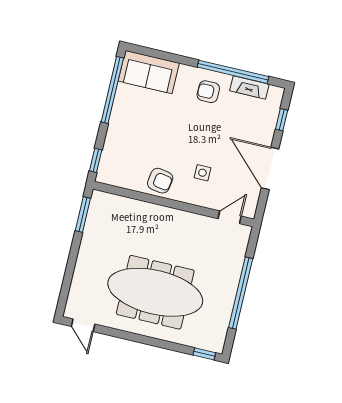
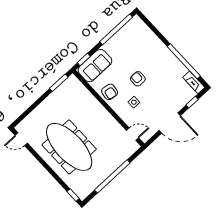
sofa: (149, 72) -> (95, 66), moved, turned -90
fireplace: (249, 87) -> (194, 82), moved
armchair: (208, 92) -> (138, 79), moved
door: (270, 168) -> (170, 123), swing flipped
door: (83, 325) -> (21, 139), hinge flipped

